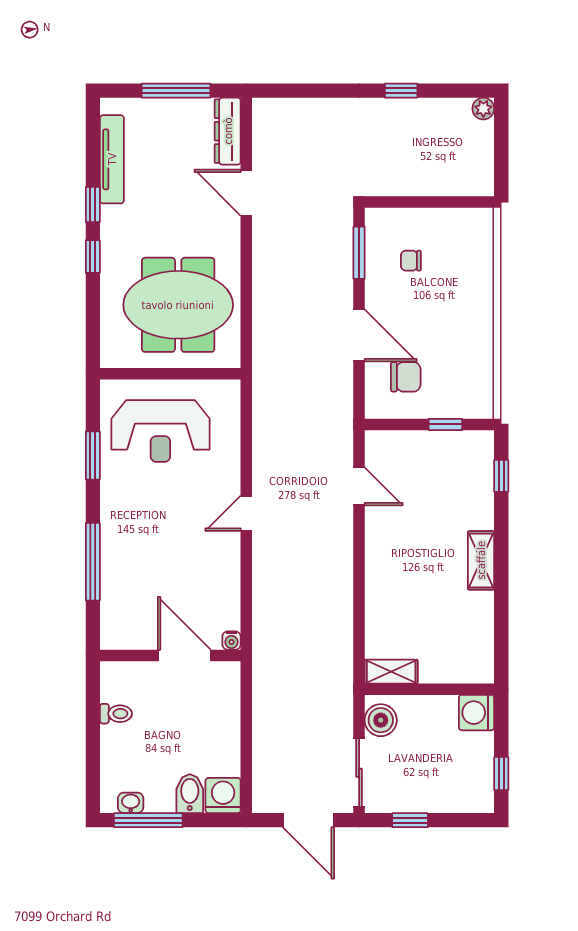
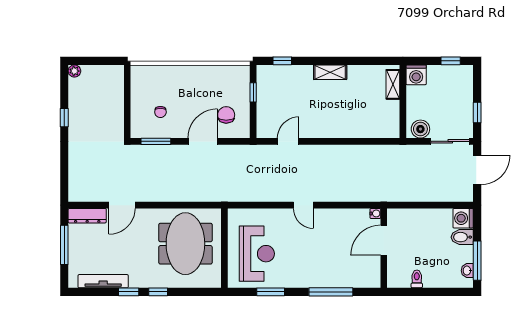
shelving: (391, 672) -> (393, 84), moved

